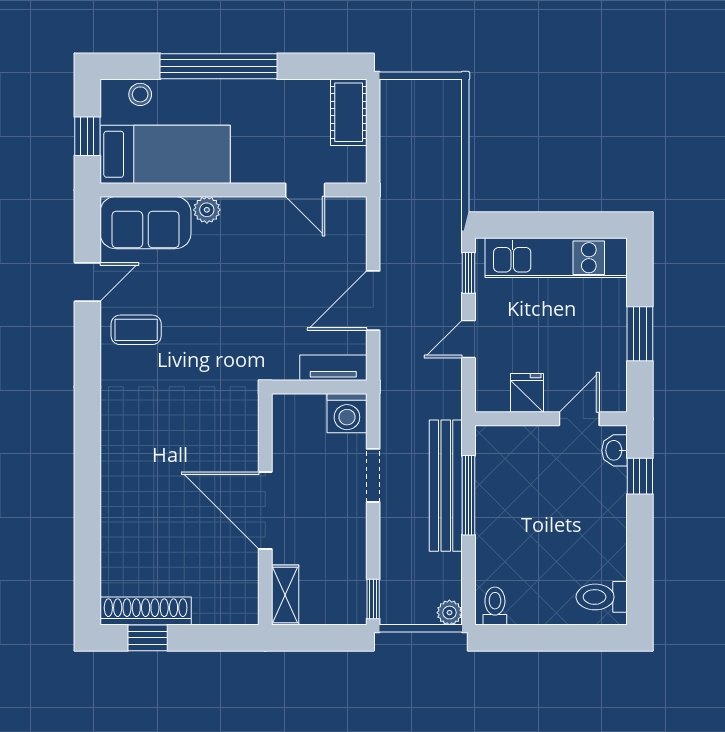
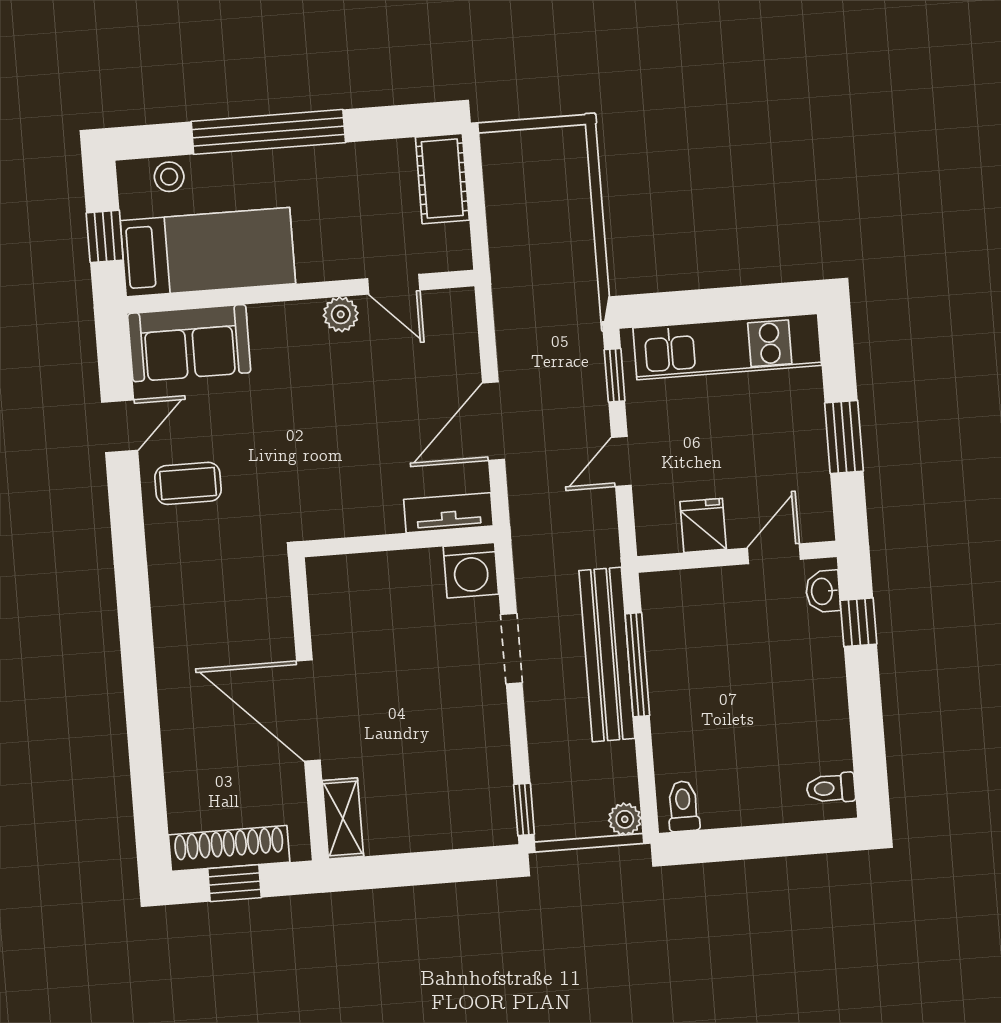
plant: (207, 210) -> (341, 314), moved
wall: (265, 509) -> (308, 709), moved
door: (265, 510) -> (308, 711), moved
shelving: (285, 595) -> (343, 818), moved
toilet: (602, 597) -> (831, 788), width x0.73, depth x0.72

